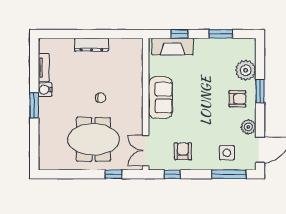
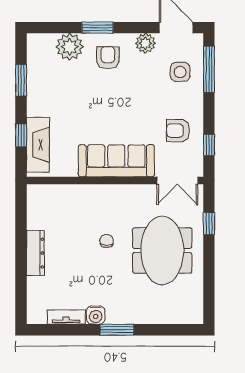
sofa: (160, 98) -> (116, 161), width x1.36

